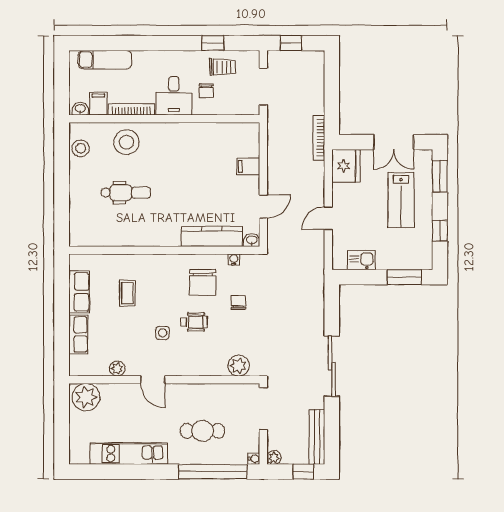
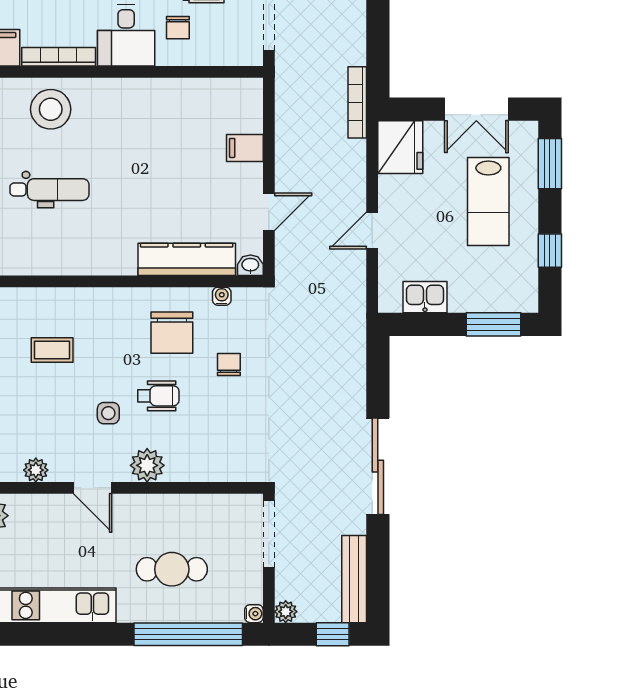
coffee table: (127, 293) -> (52, 350), turned 90
plant: (238, 366) -> (147, 465), moved

